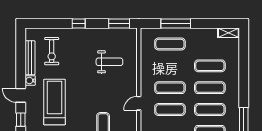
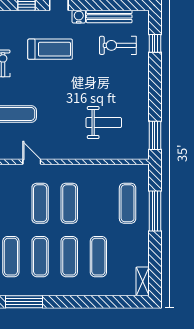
window: (79, 23) -> (155, 43), moved
weight bench: (109, 62) -> (104, 123), turned -90
treadmill: (55, 102) -> (50, 49), width x0.73, depth x0.73
door: (139, 103) -> (32, 162), moved

